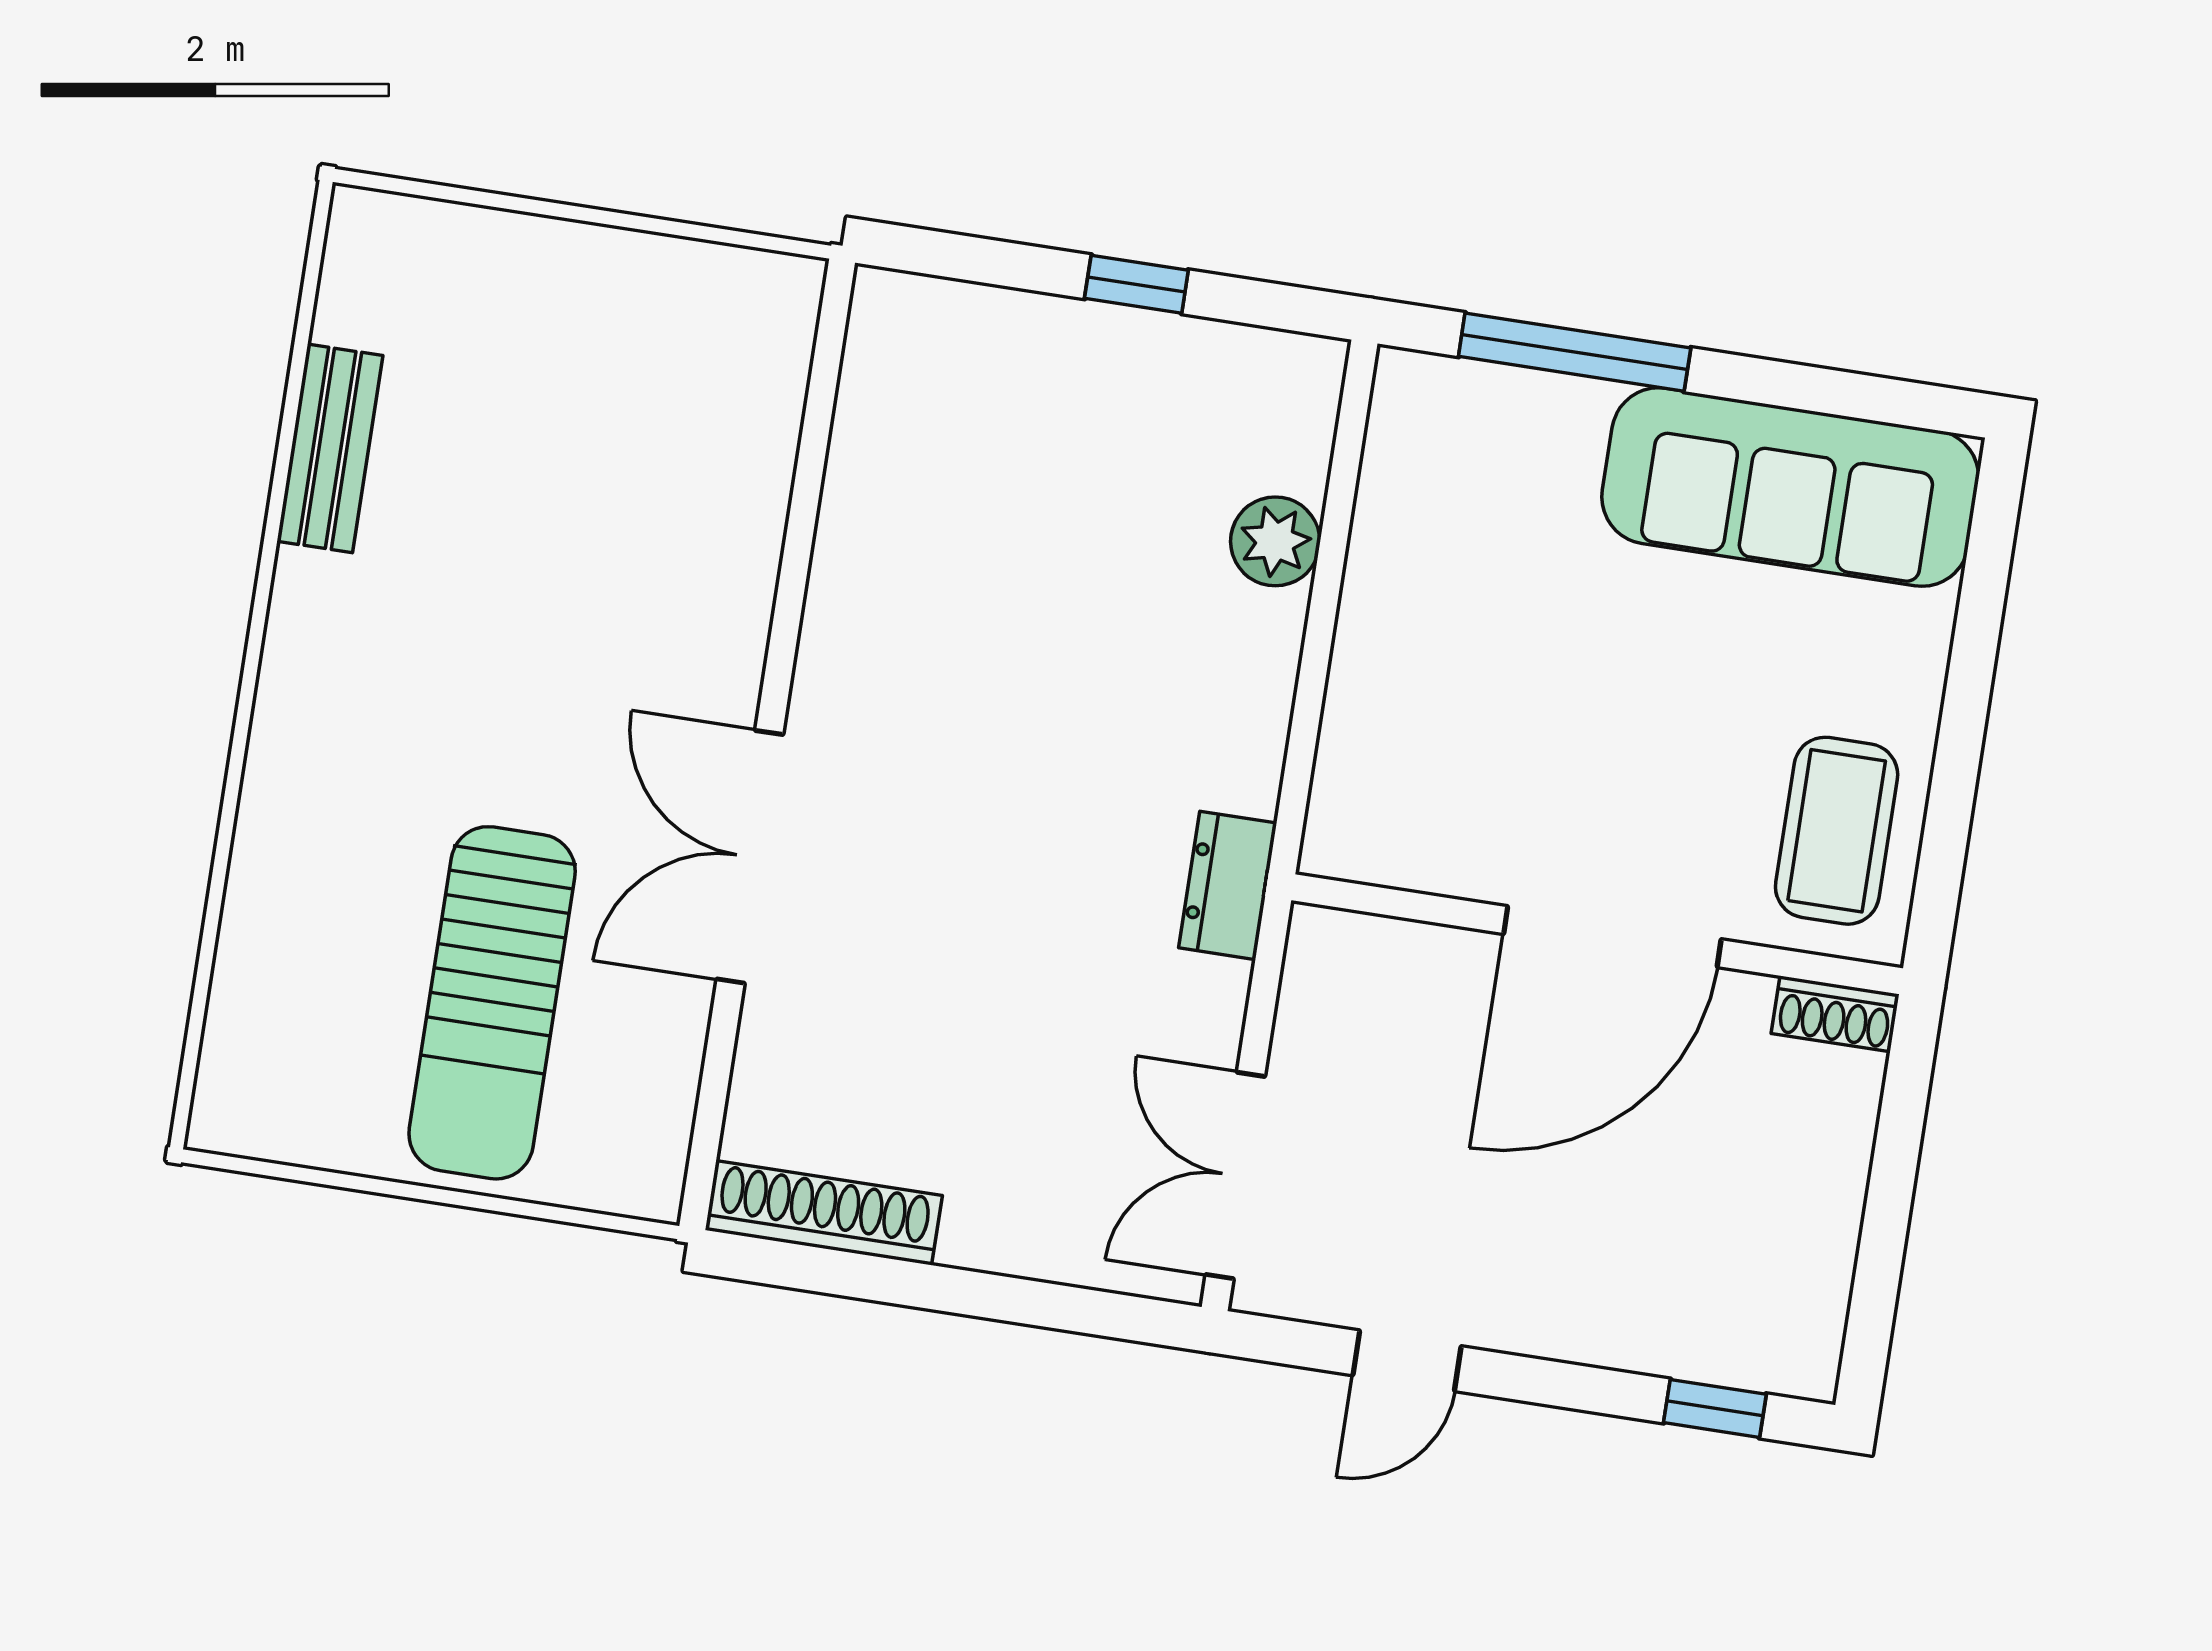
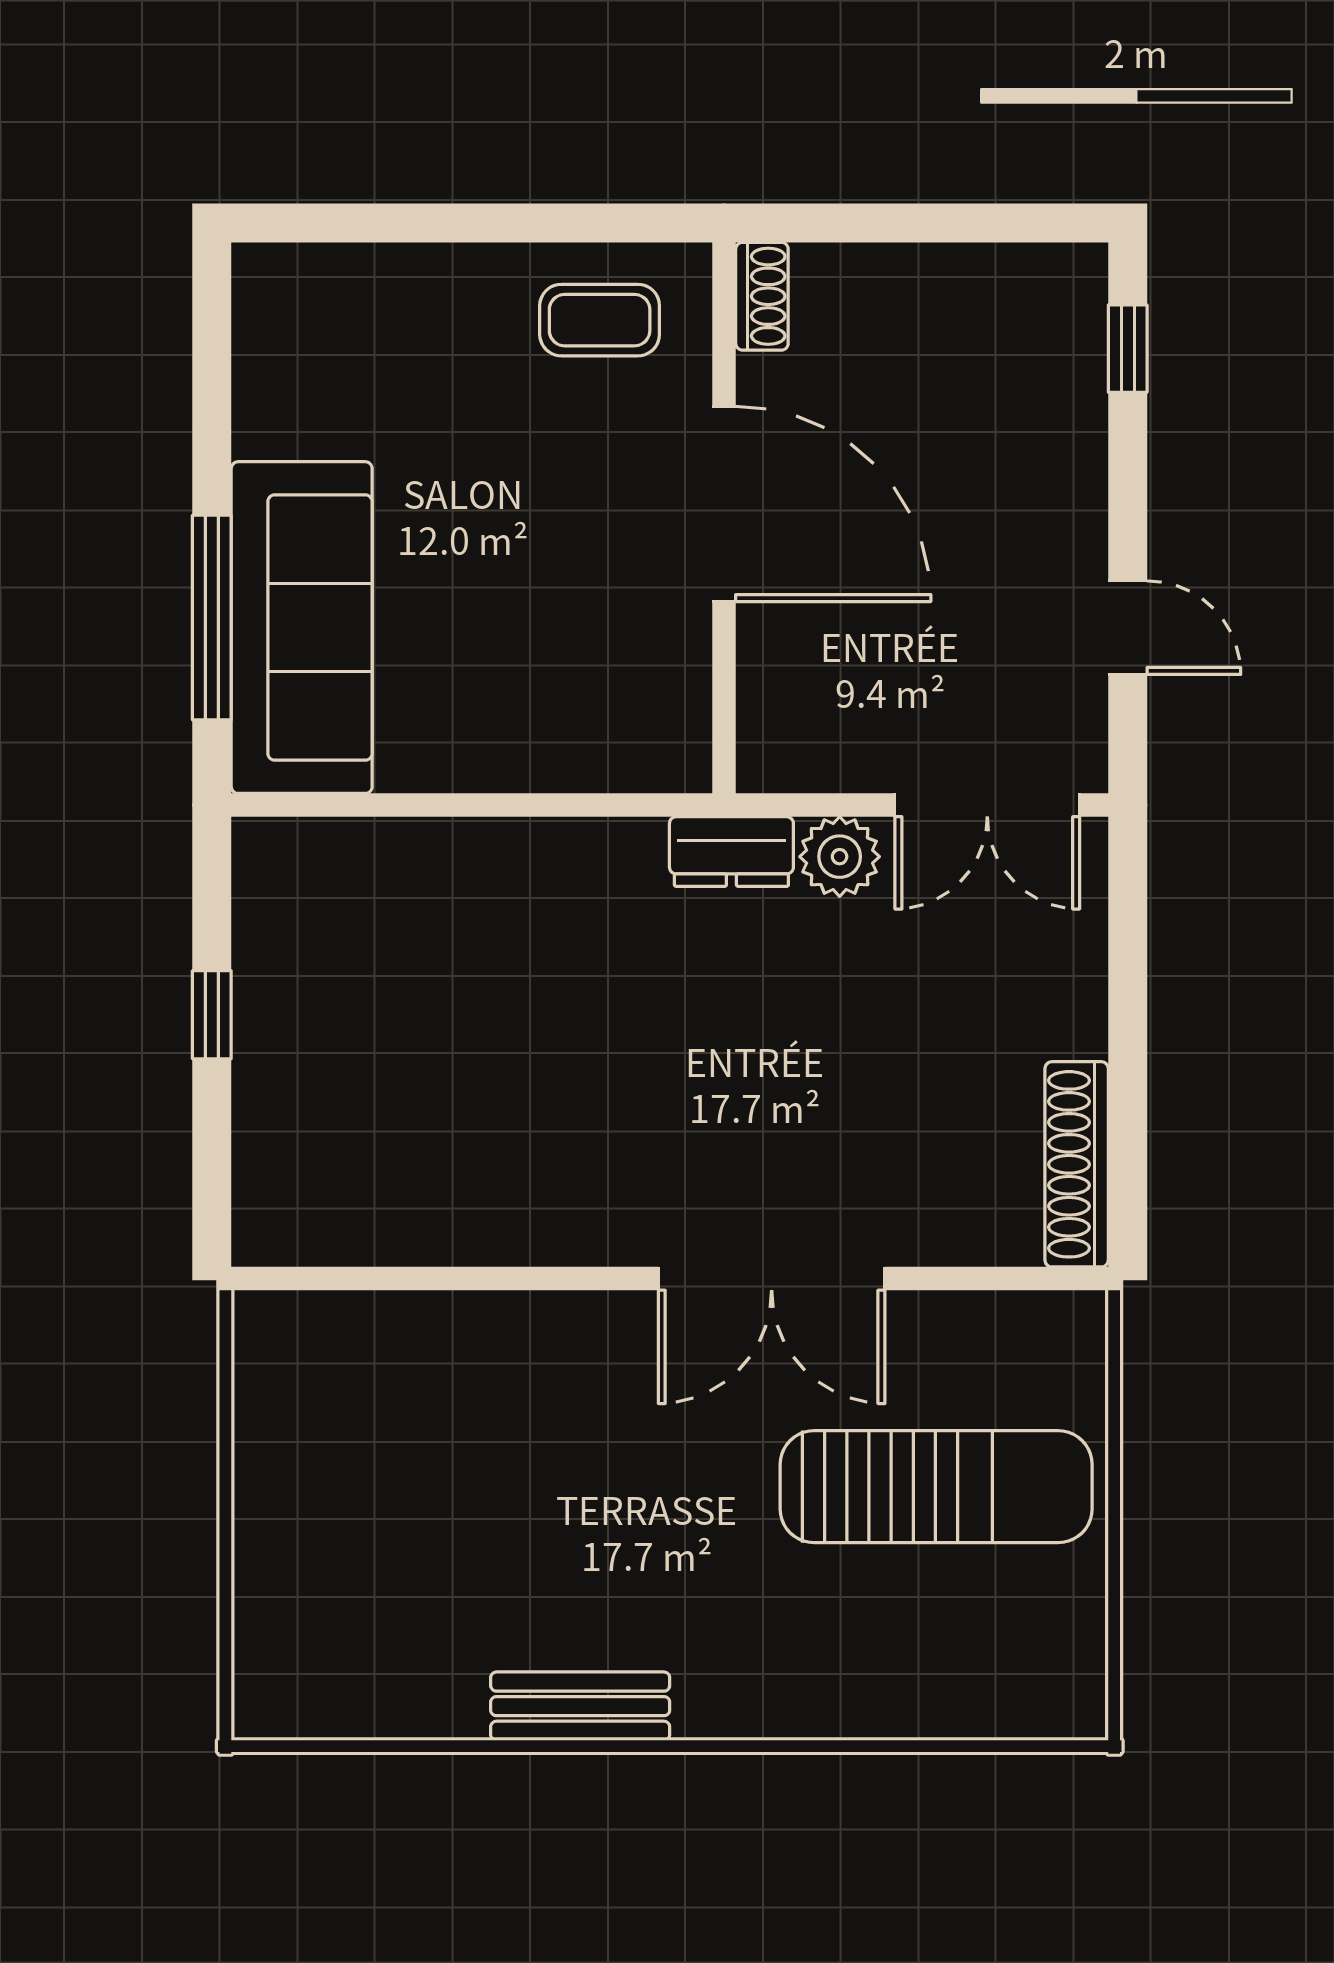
bench: (330, 448) -> (580, 1706), moved
sofa: (1790, 487) -> (302, 628), moved
plant: (1275, 541) -> (840, 857), moved
coffee table: (1837, 831) -> (600, 320), width x0.73, depth x0.77

